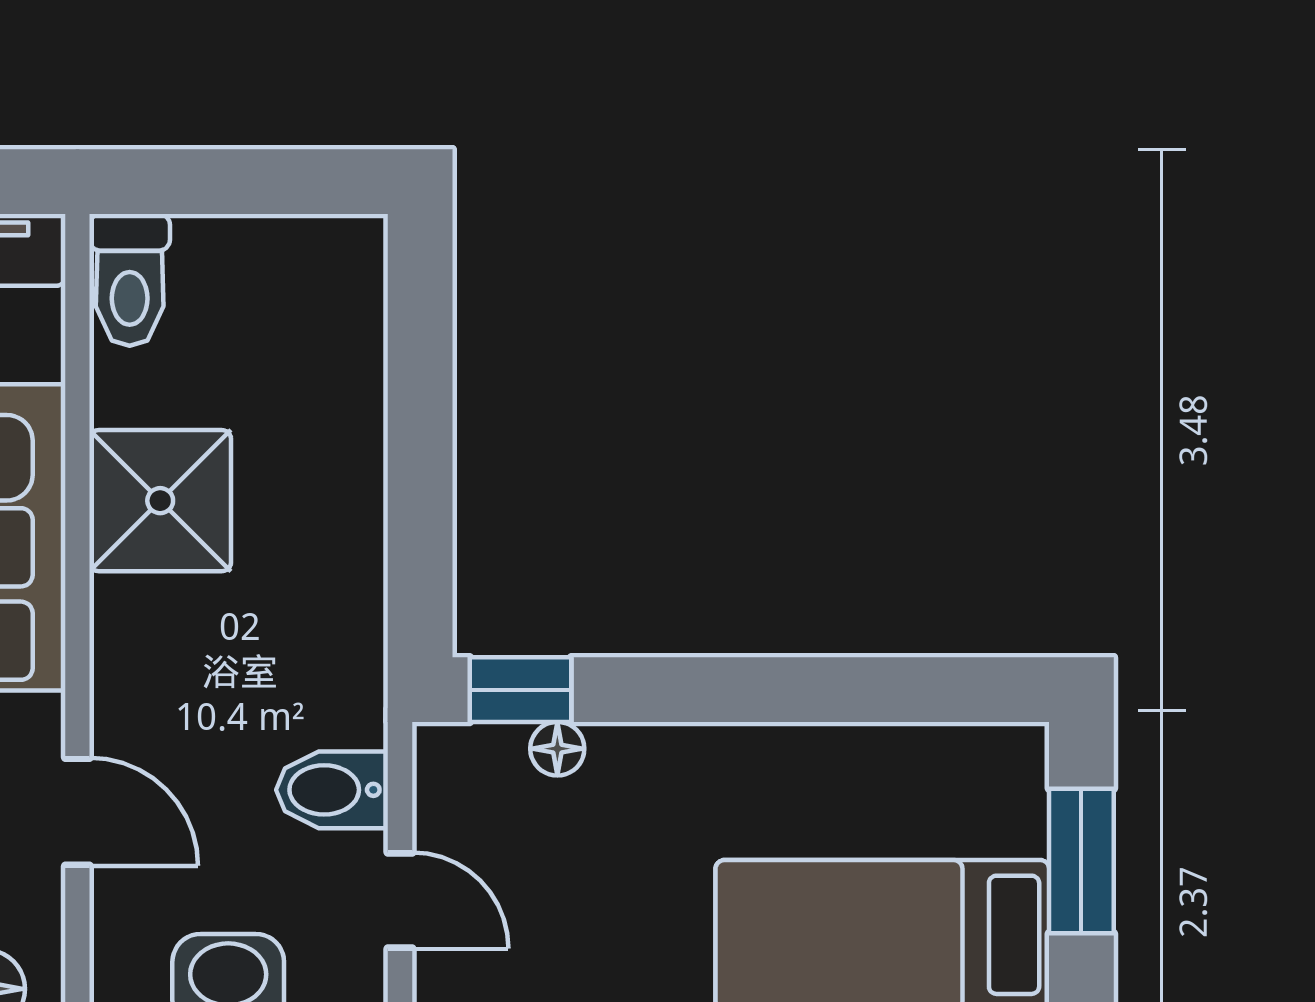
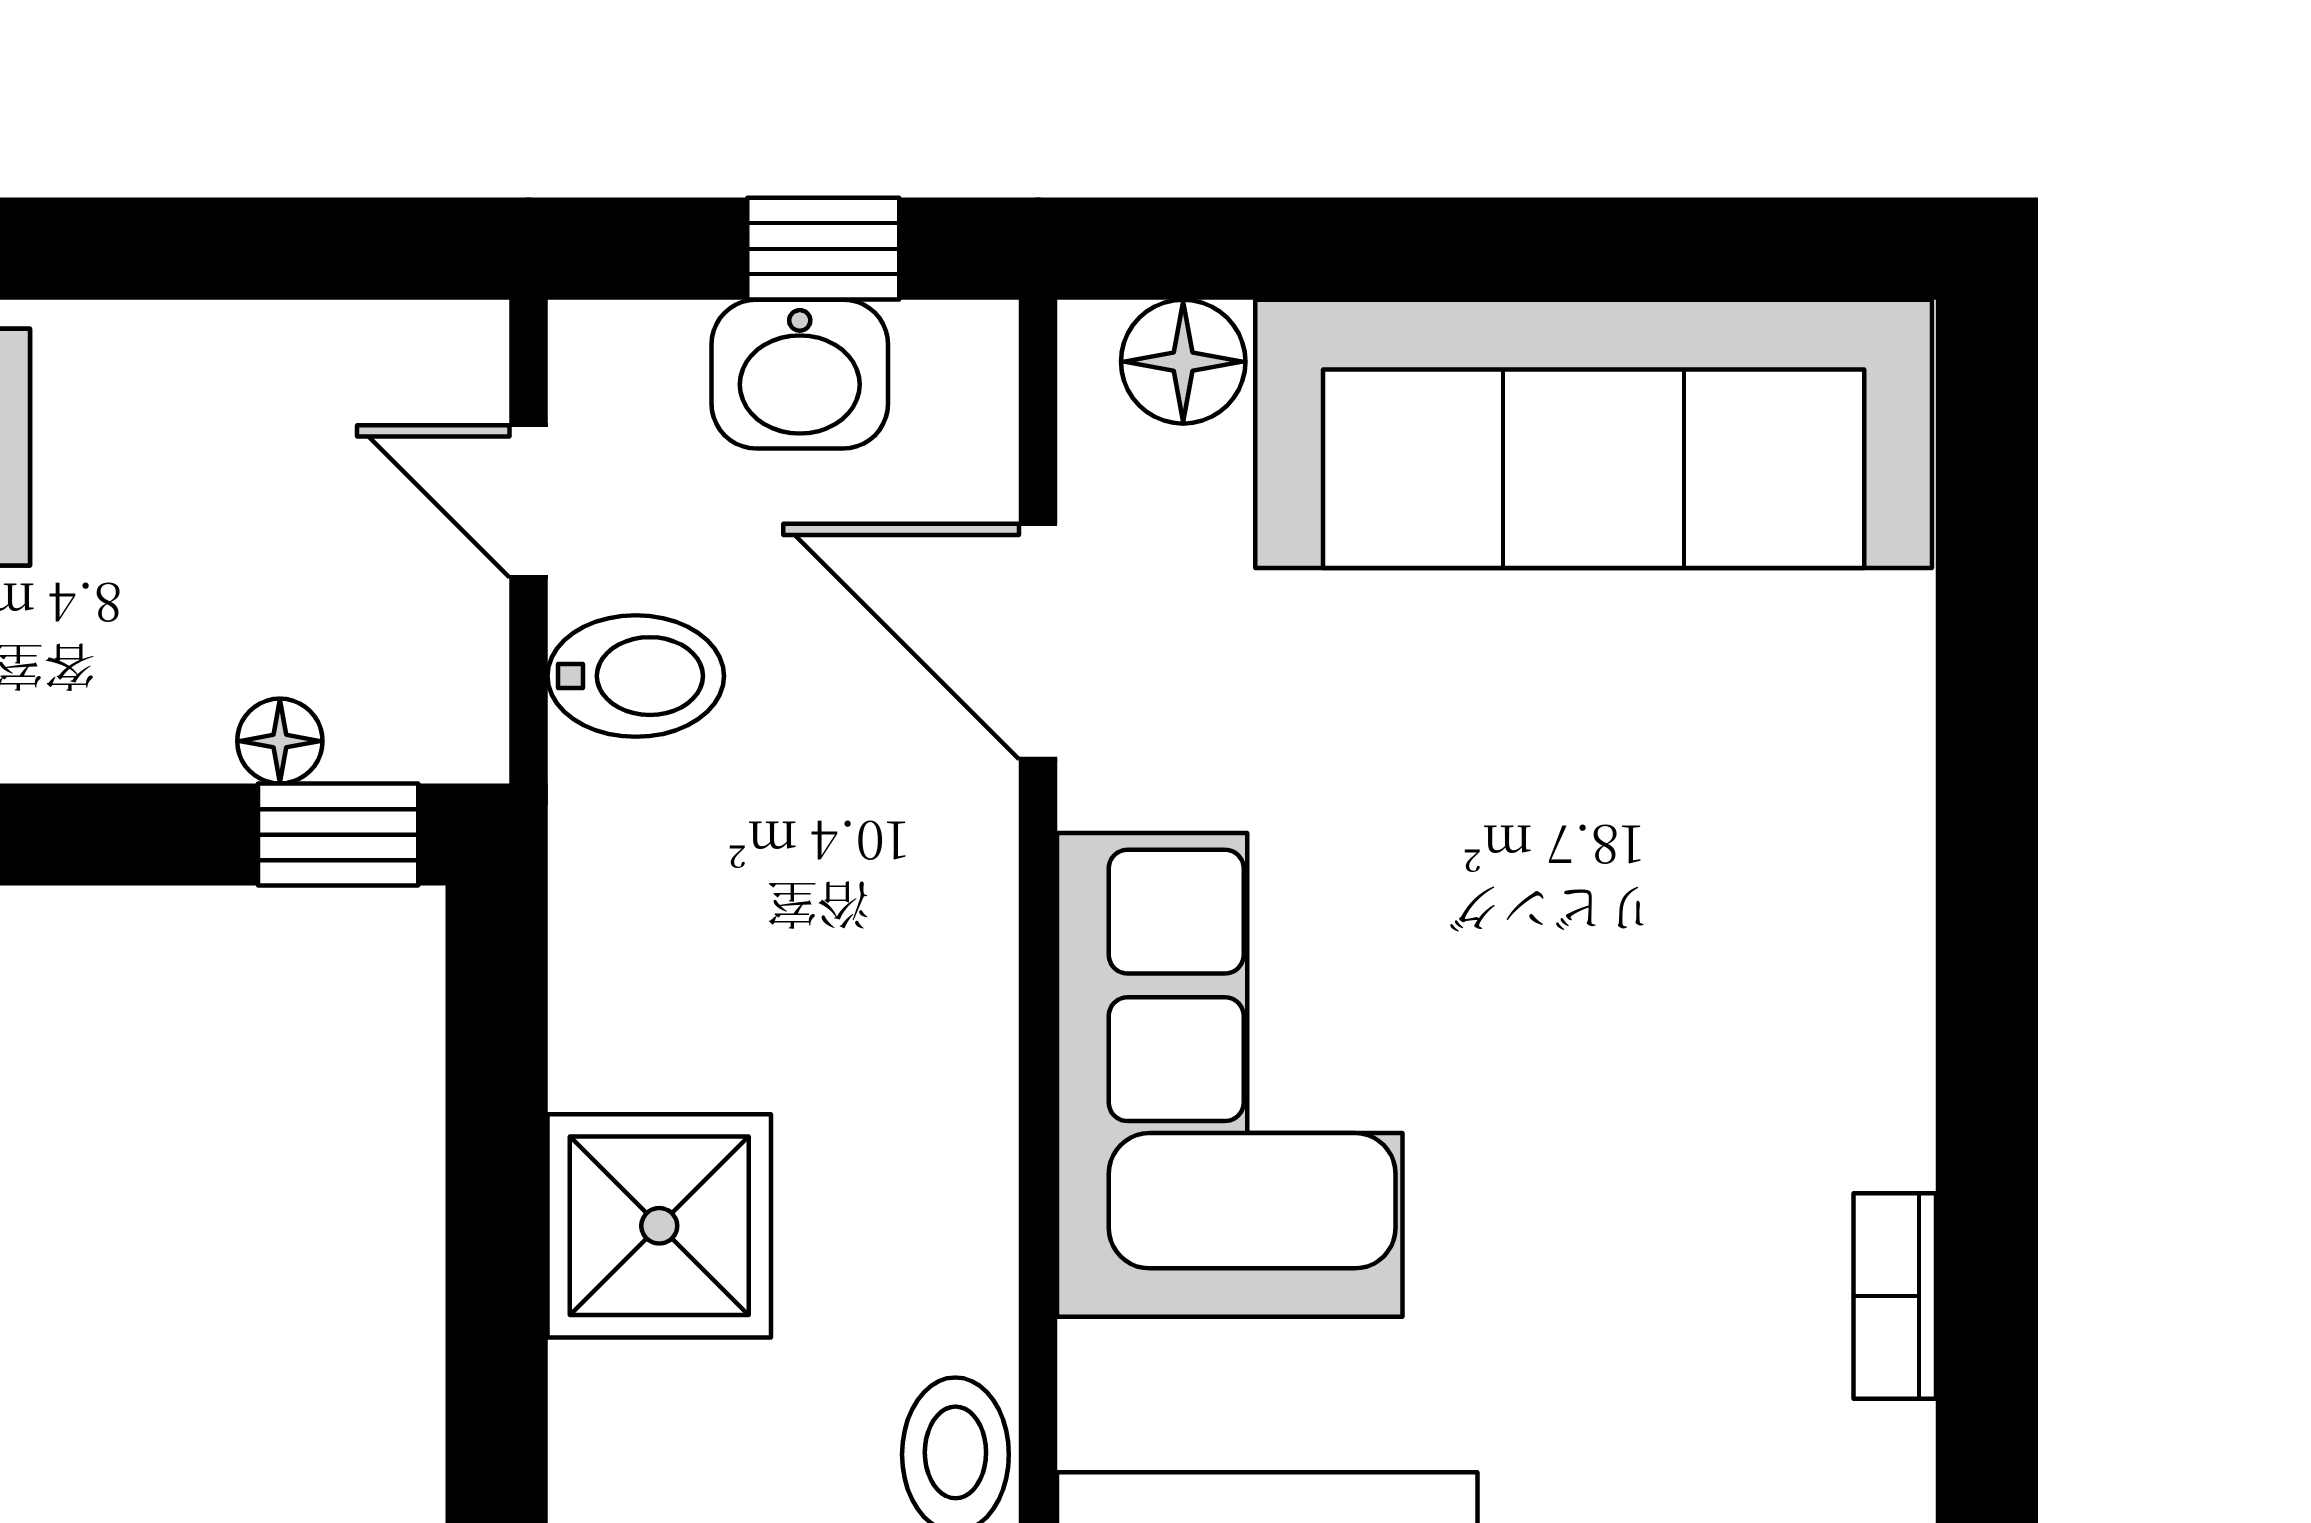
shower: (160, 501) -> (659, 1226), moved
door: (77, 812) -> (1038, 641), width x1.38

